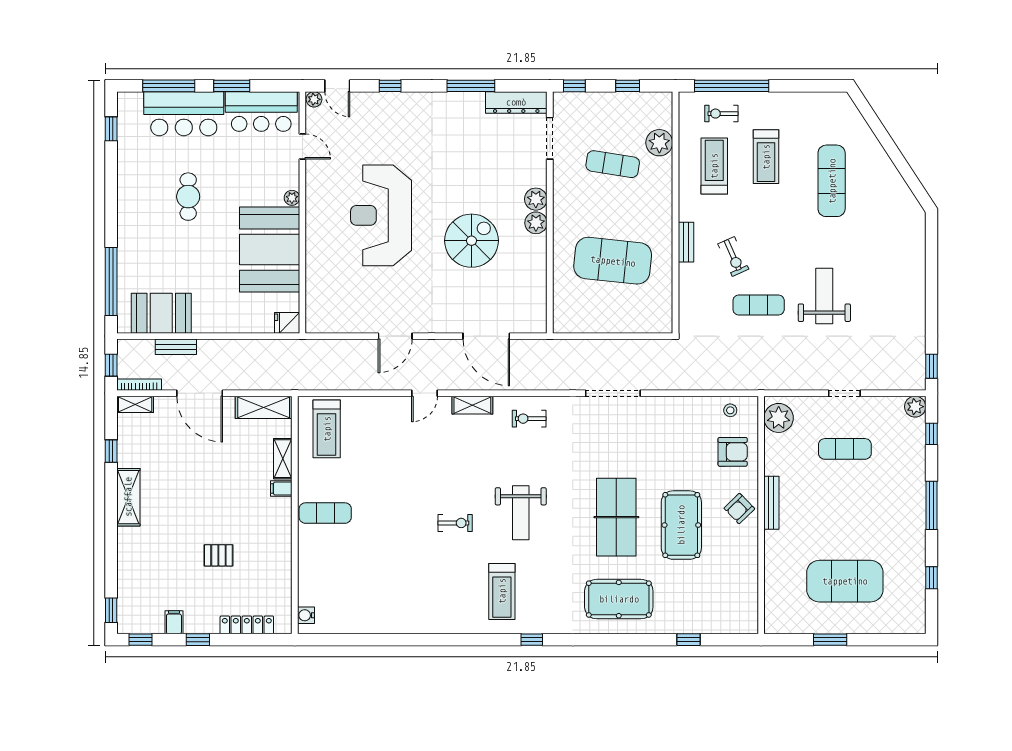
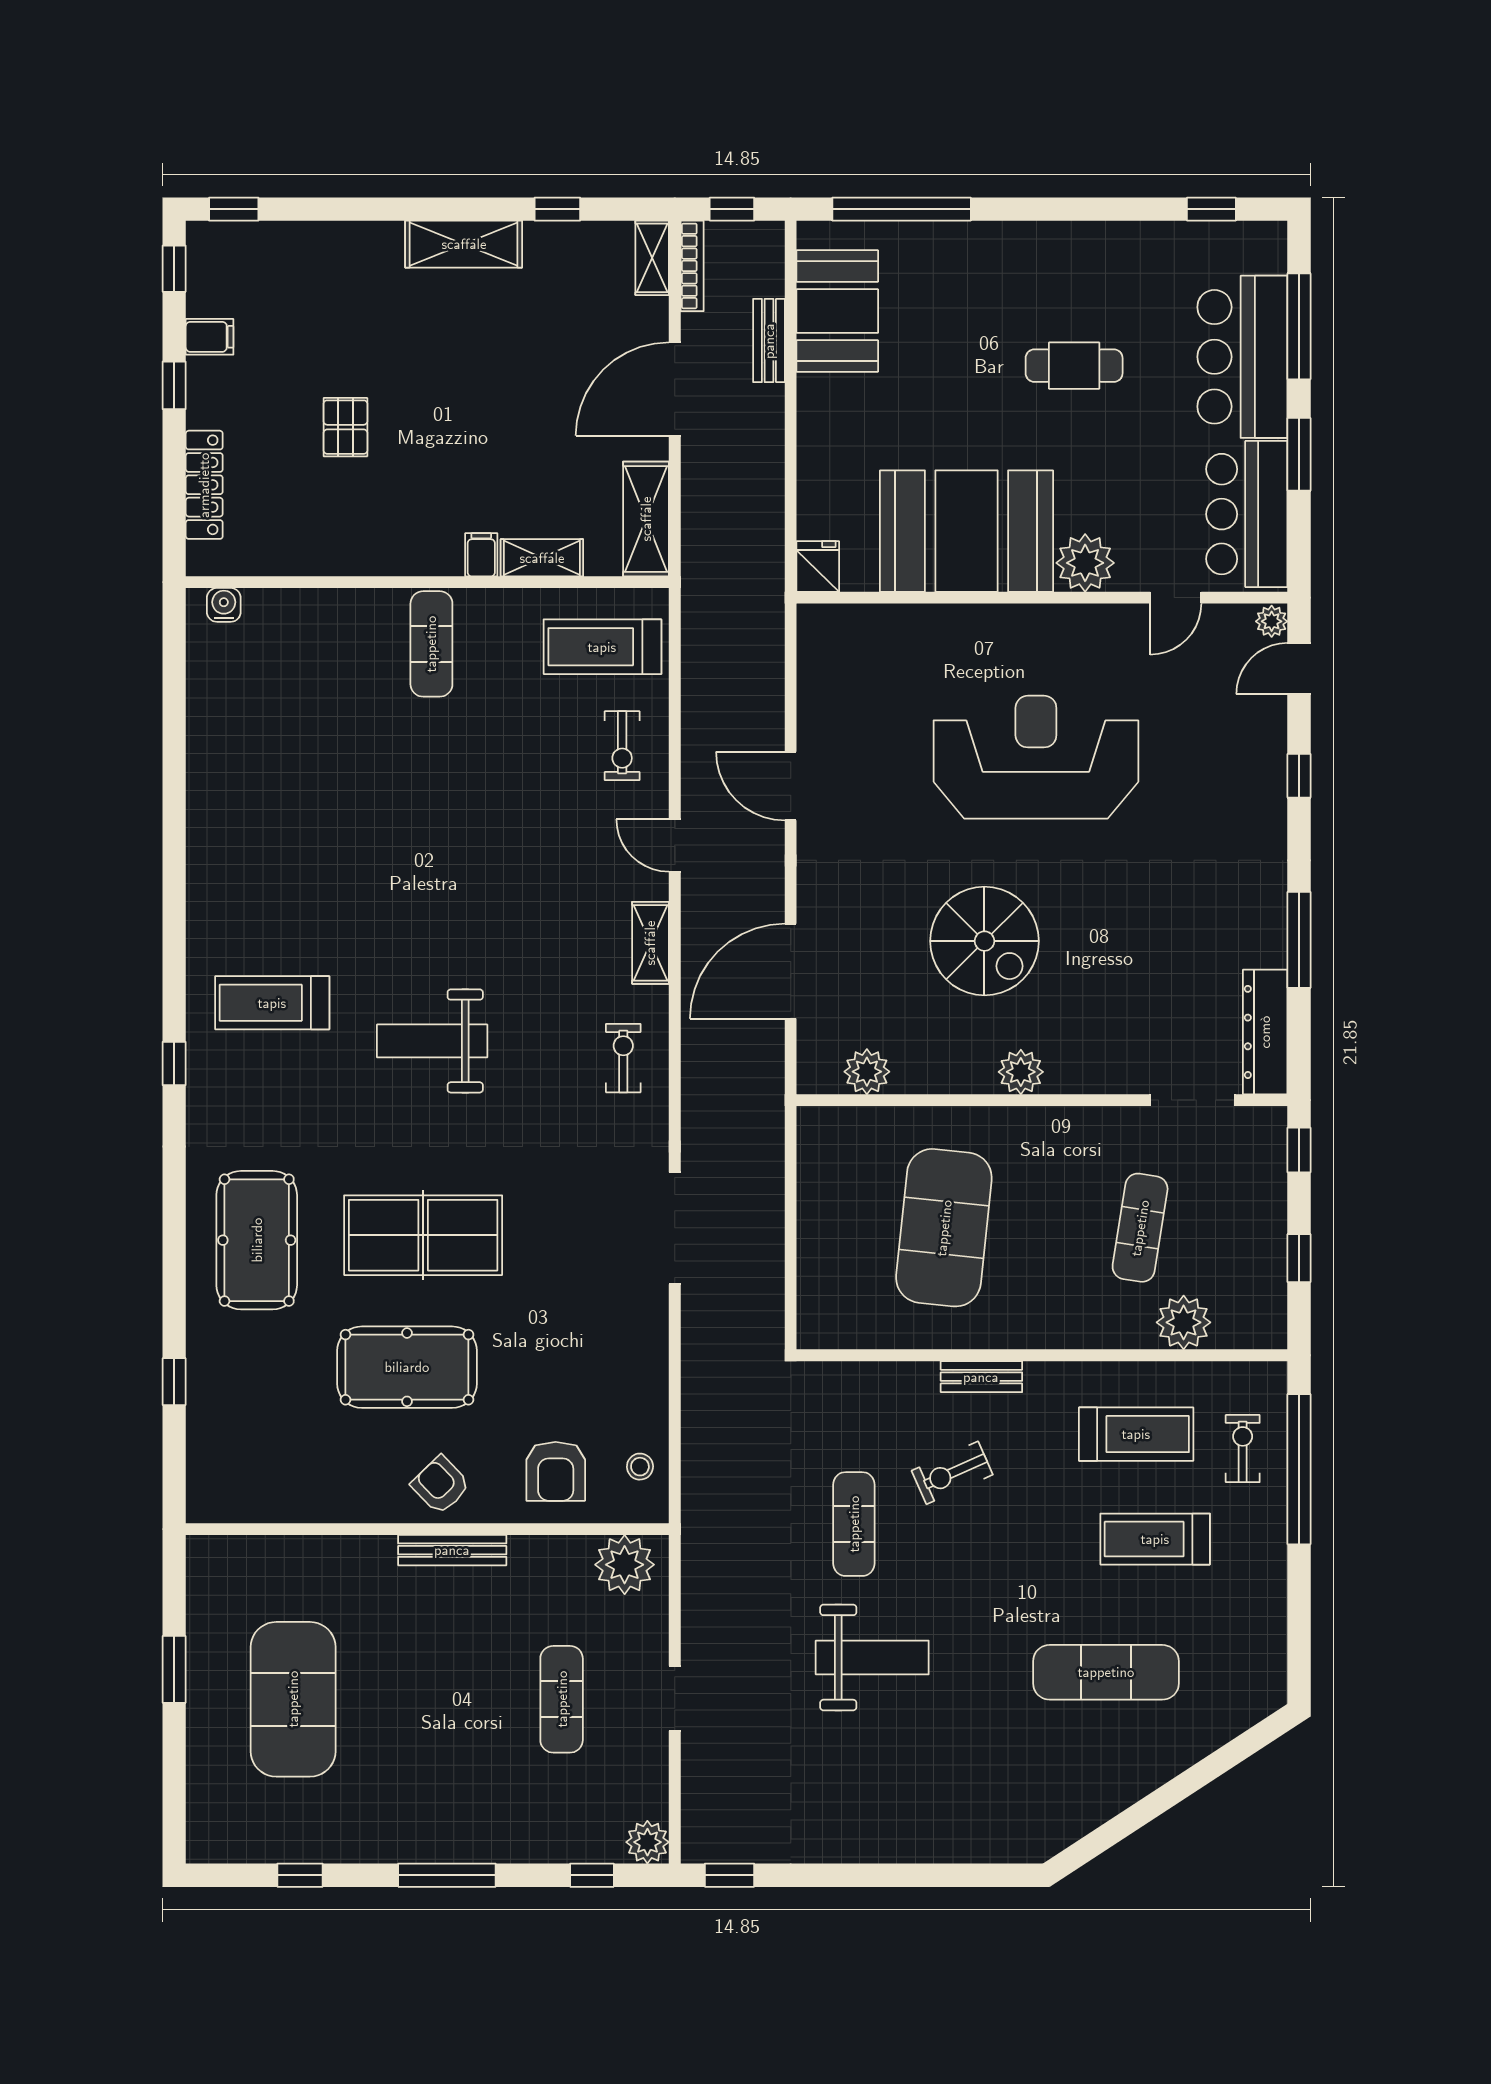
plant: (292, 198) -> (1085, 563), width x1.88, depth x1.88
plant: (536, 199) -> (867, 1072), moved
exercise bike: (455, 523) -> (622, 746), moved

